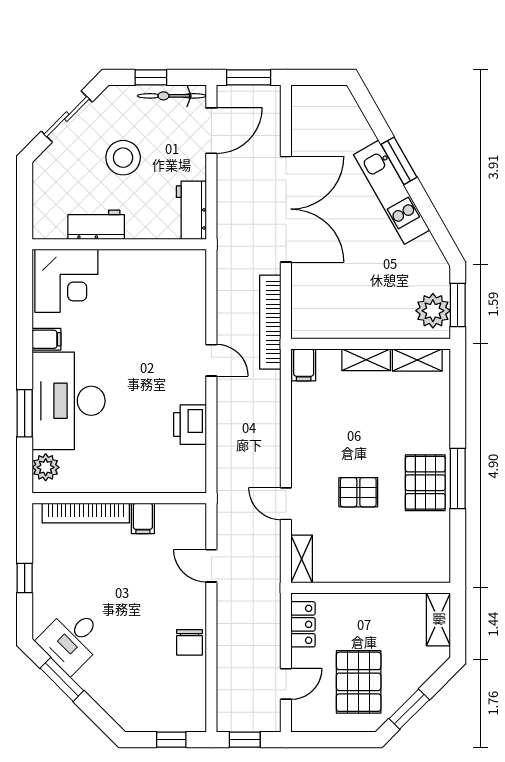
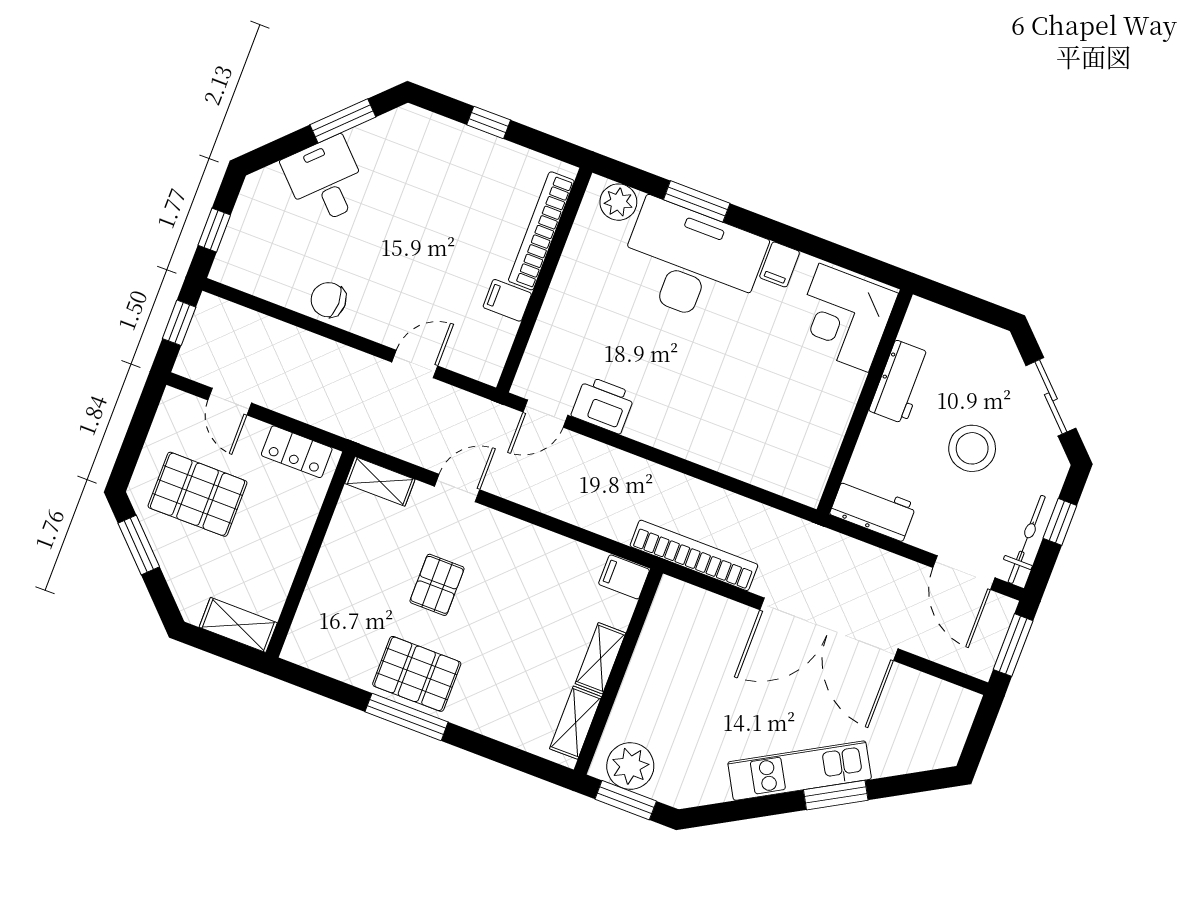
door: (211, 360) -> (545, 414), moved
desk: (72, 640) -> (325, 181), moved

